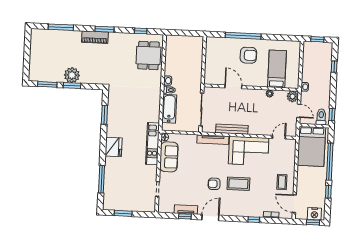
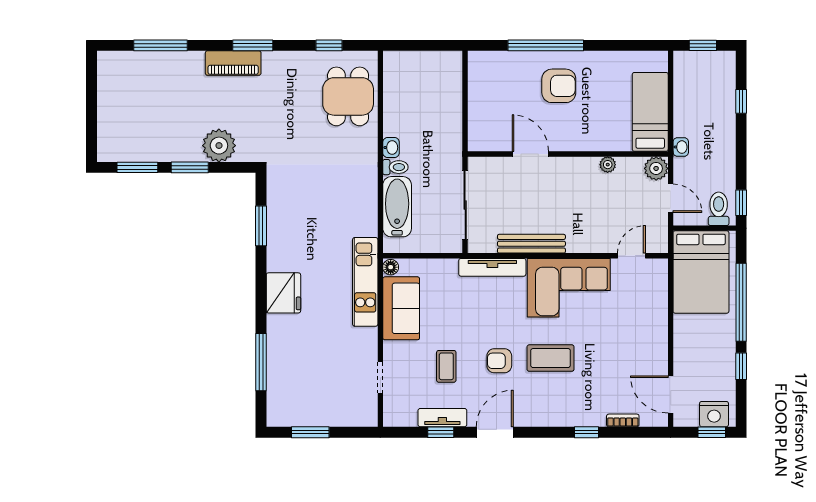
bed: (277, 69) -> (650, 112), moved
plant: (72, 75) -> (219, 146), moved
coffee table: (282, 182) -> (446, 366), moved

